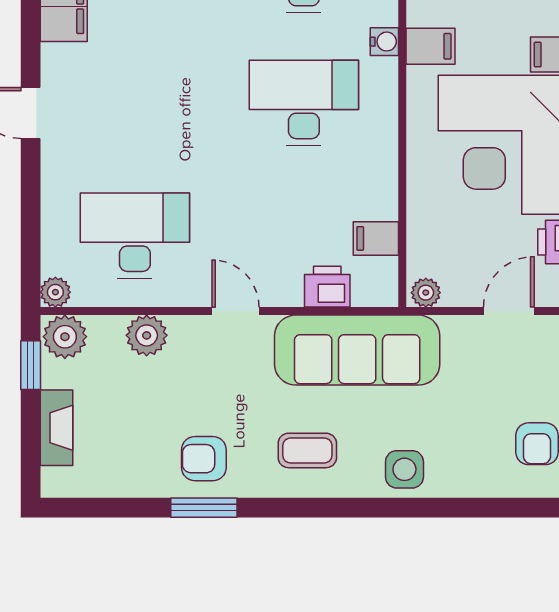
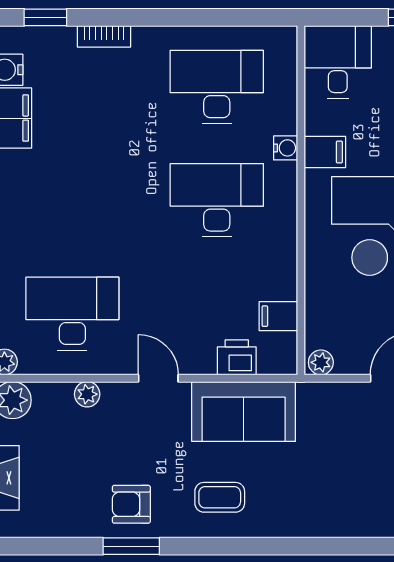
plant: (147, 335) -> (87, 394), width x0.73, depth x0.73
sofa: (357, 350) -> (244, 411), width x0.73
side table: (404, 469) -> (303, 513), removed

